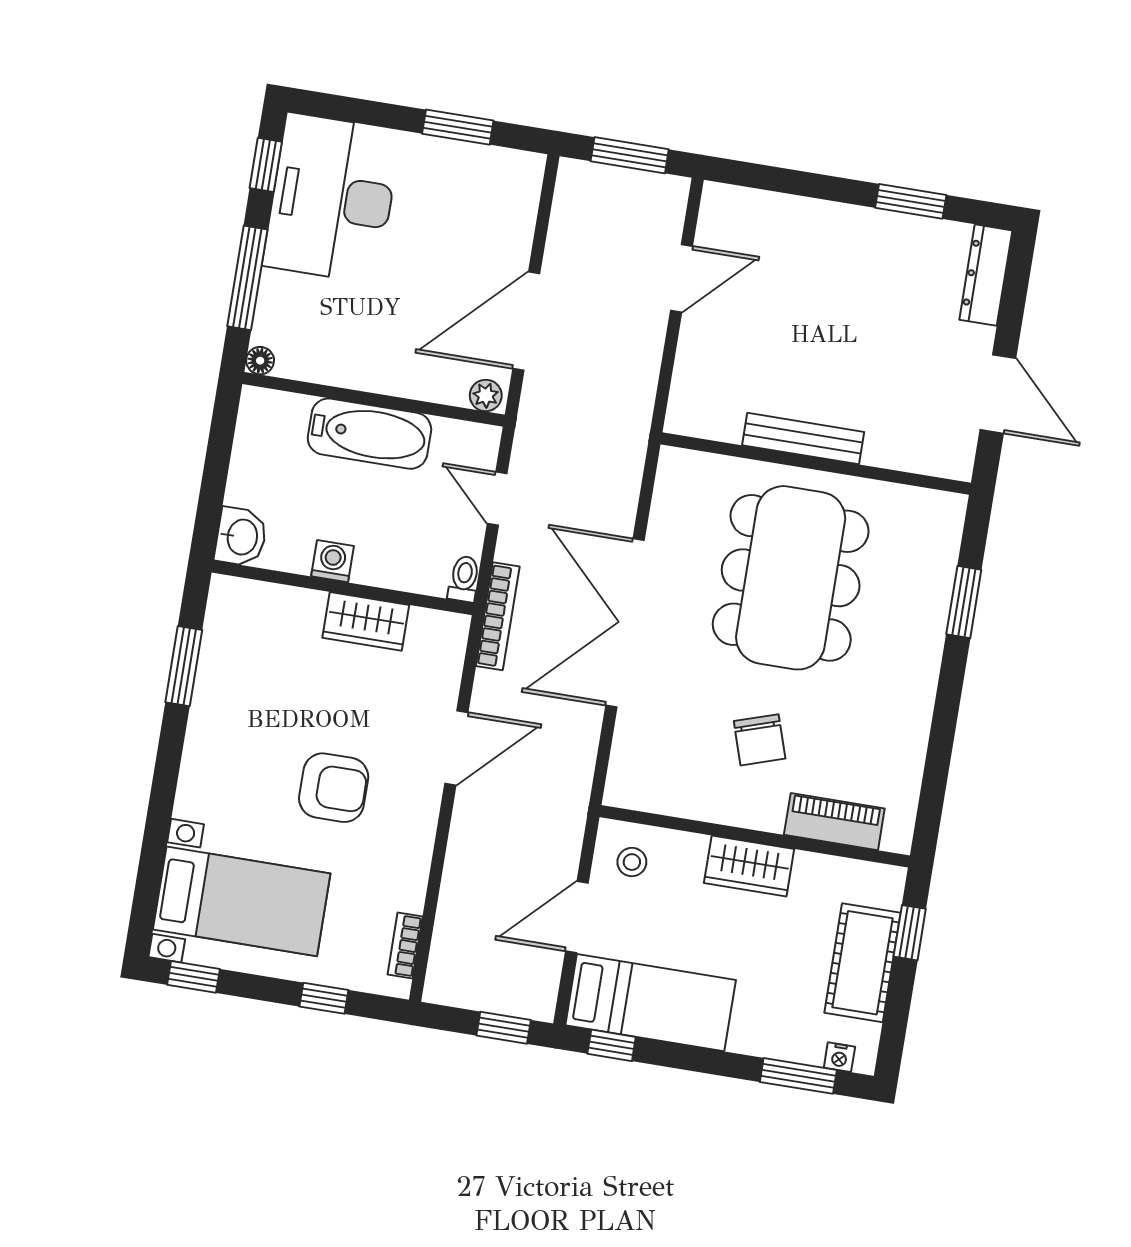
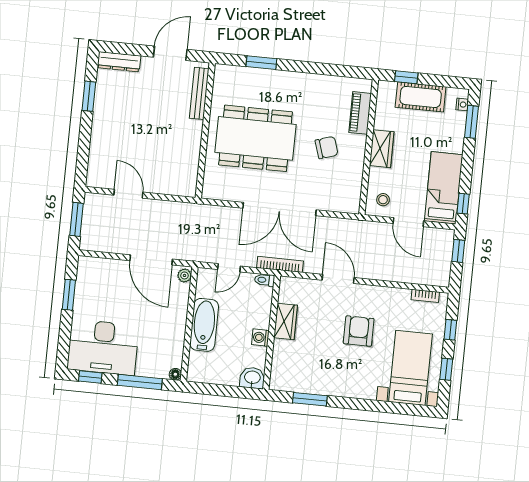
bench: (803, 439) -> (199, 93), moved
window: (193, 977) -> (446, 369), moved

